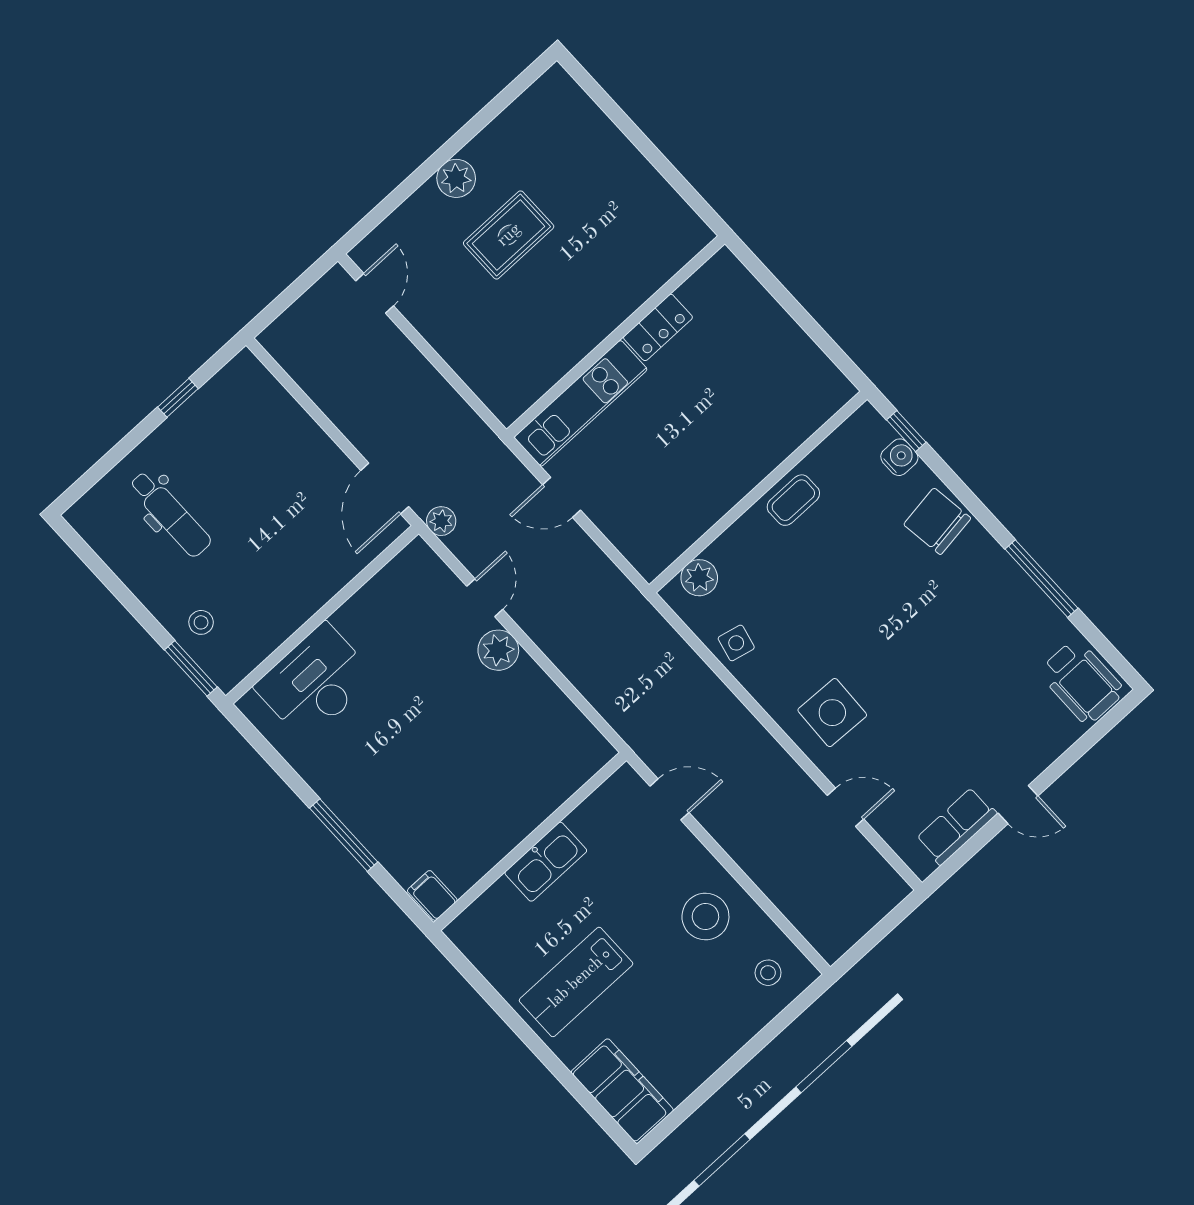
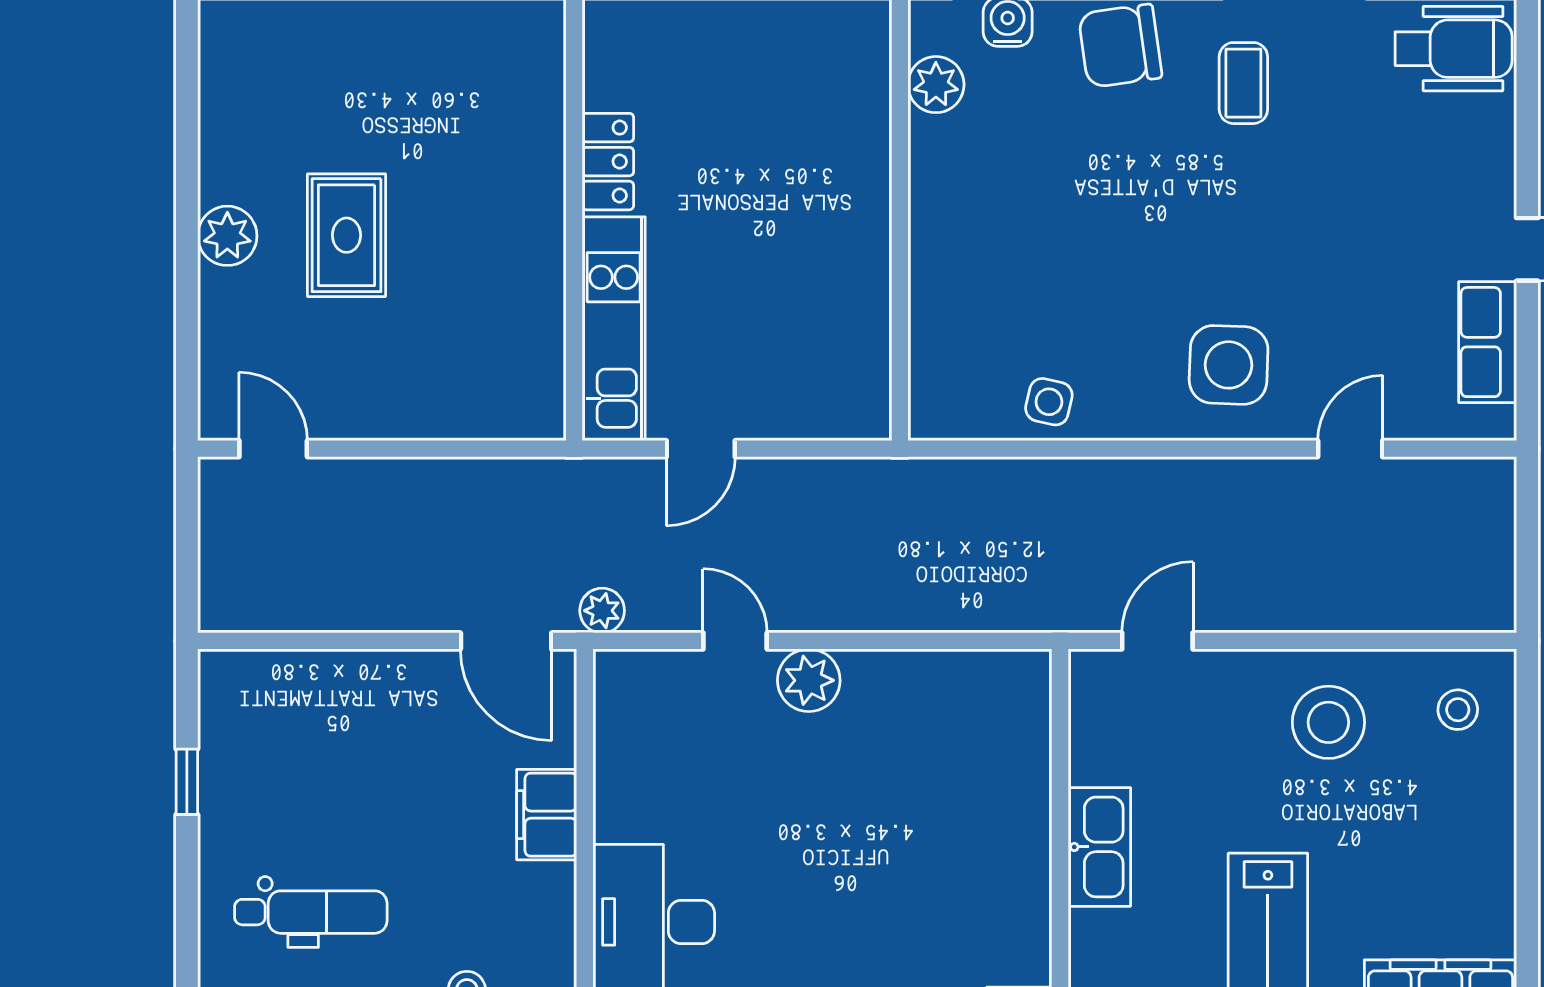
coffee table: (793, 500) -> (1243, 83), moved
plant: (699, 578) -> (936, 85), moved
filing cabinet: (320, 584) -> (547, 815), added

